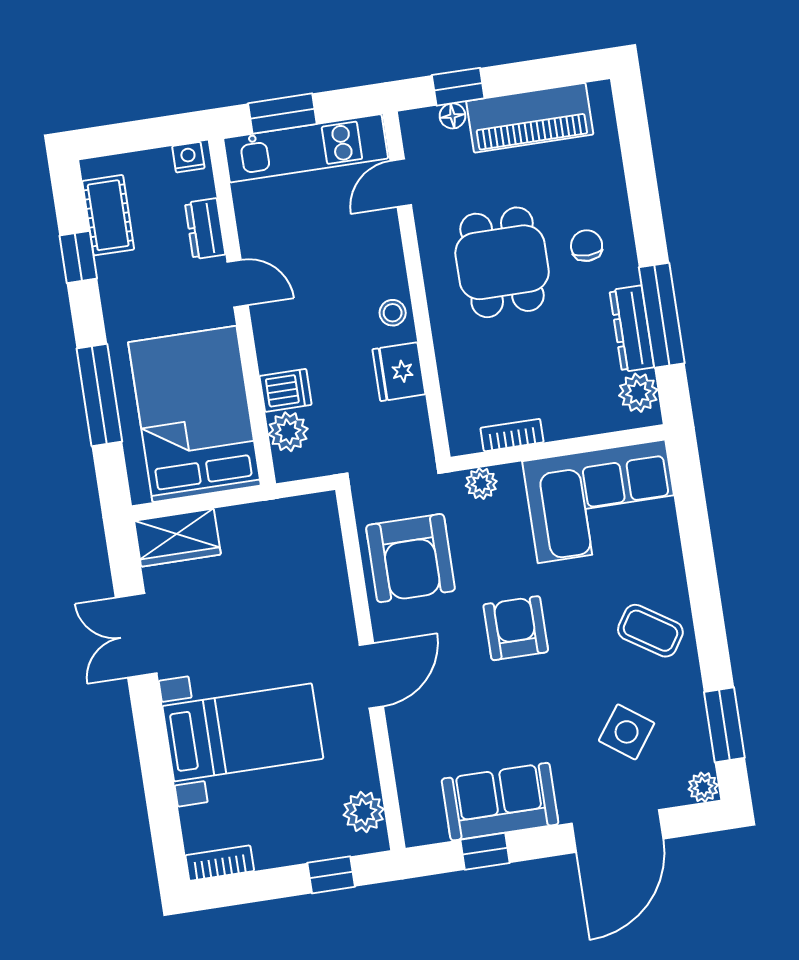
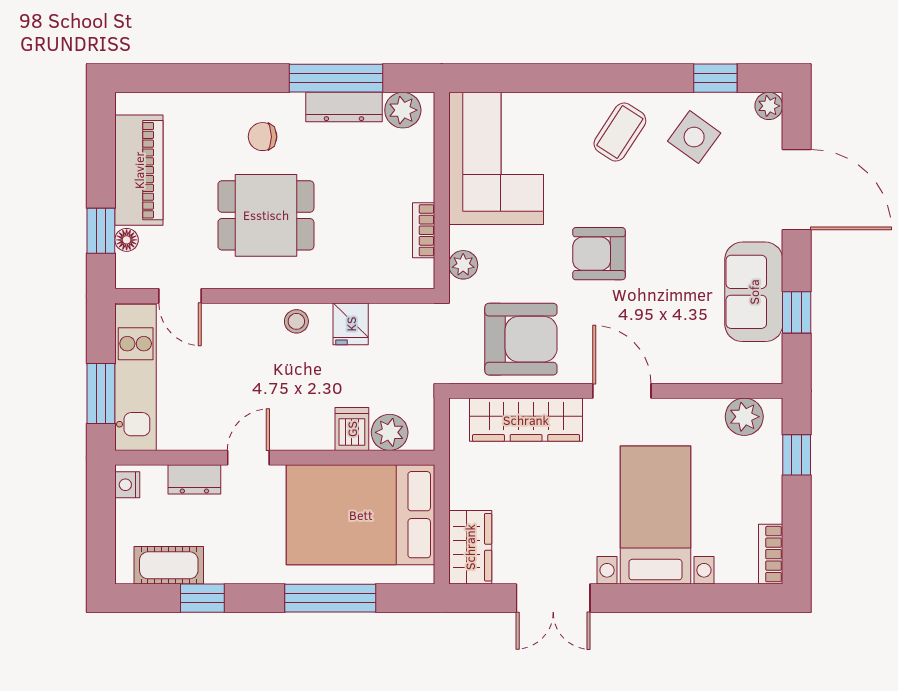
fridge: (399, 372) -> (351, 324), width x0.72
wardrobe: (324, 577) -> (526, 420), added
window: (724, 725) -> (715, 78), width x0.67
side table: (627, 732) -> (694, 137), moved

